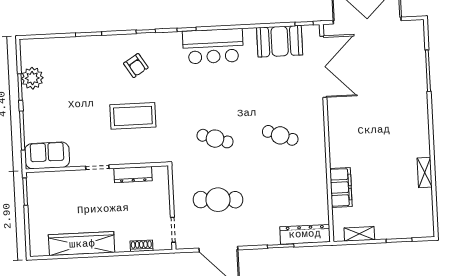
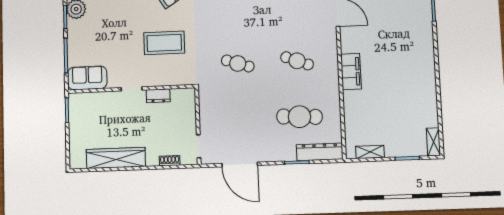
shelving: (425, 173) -> (433, 142), moved
dresser: (133, 175) -> (158, 96), width x0.70
filing cabinet: (341, 187) -> (351, 72), moved
cafe table: (218, 200) -> (299, 117), moved

